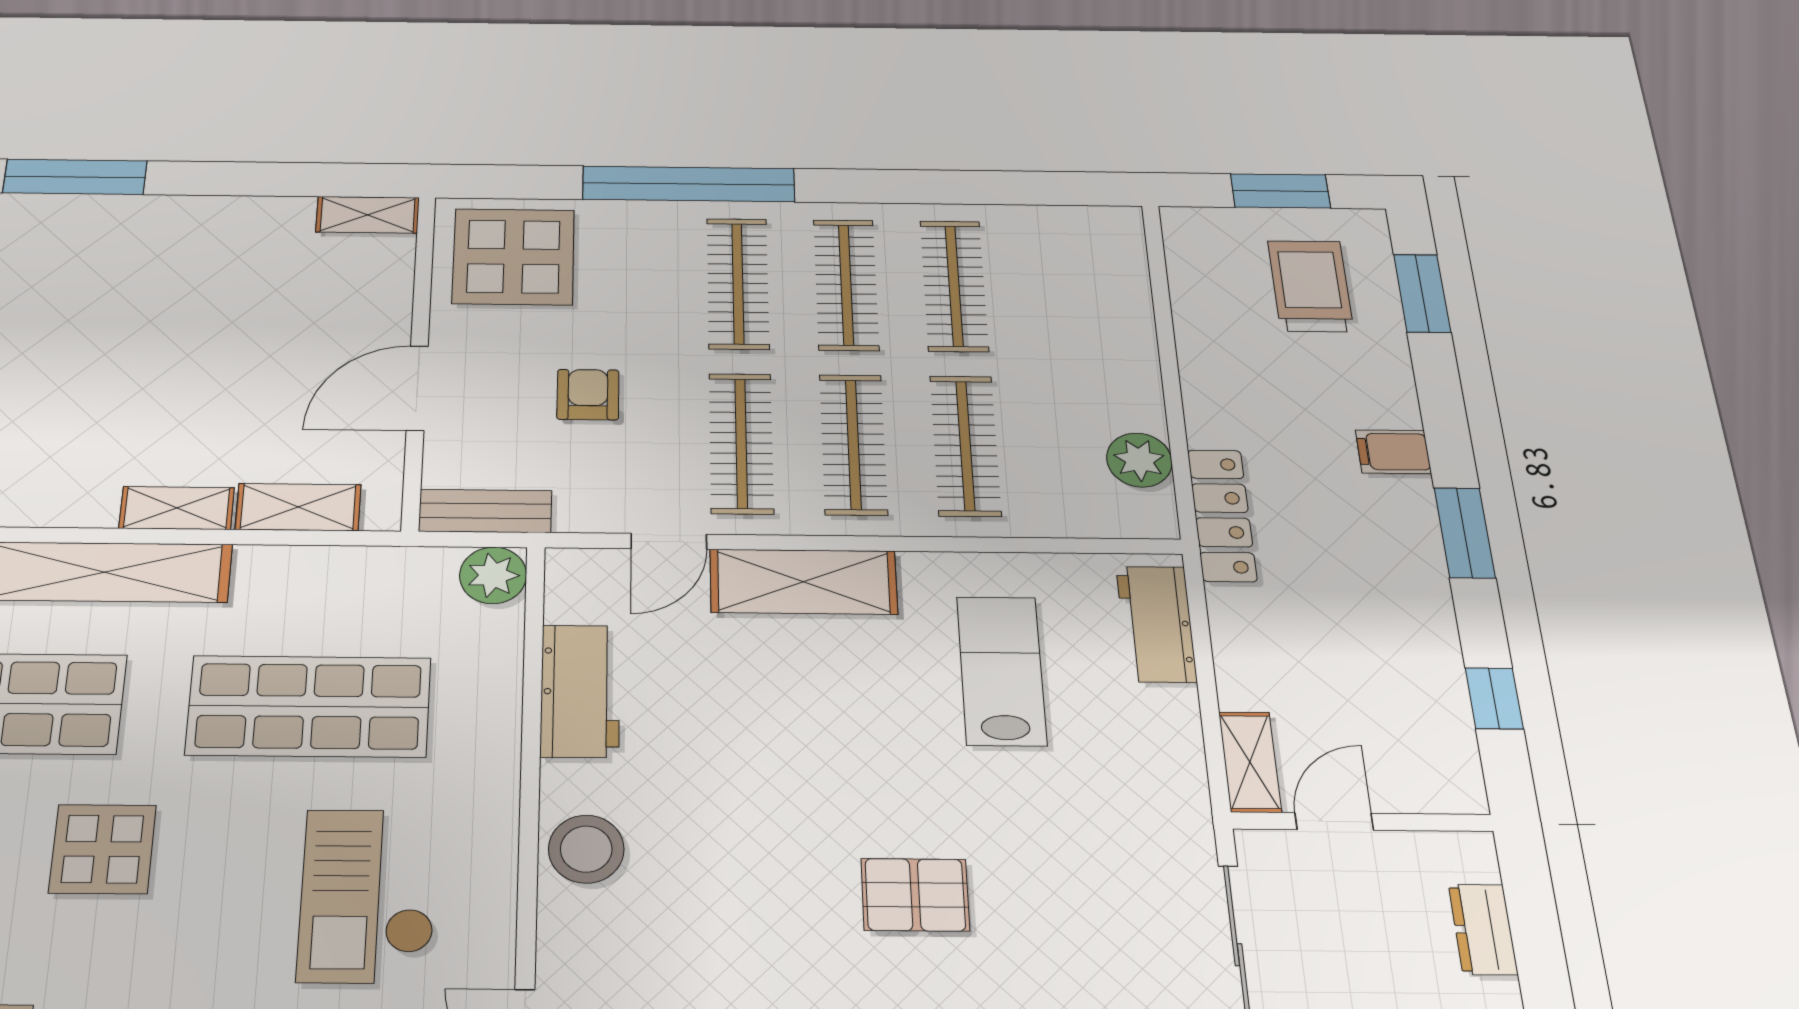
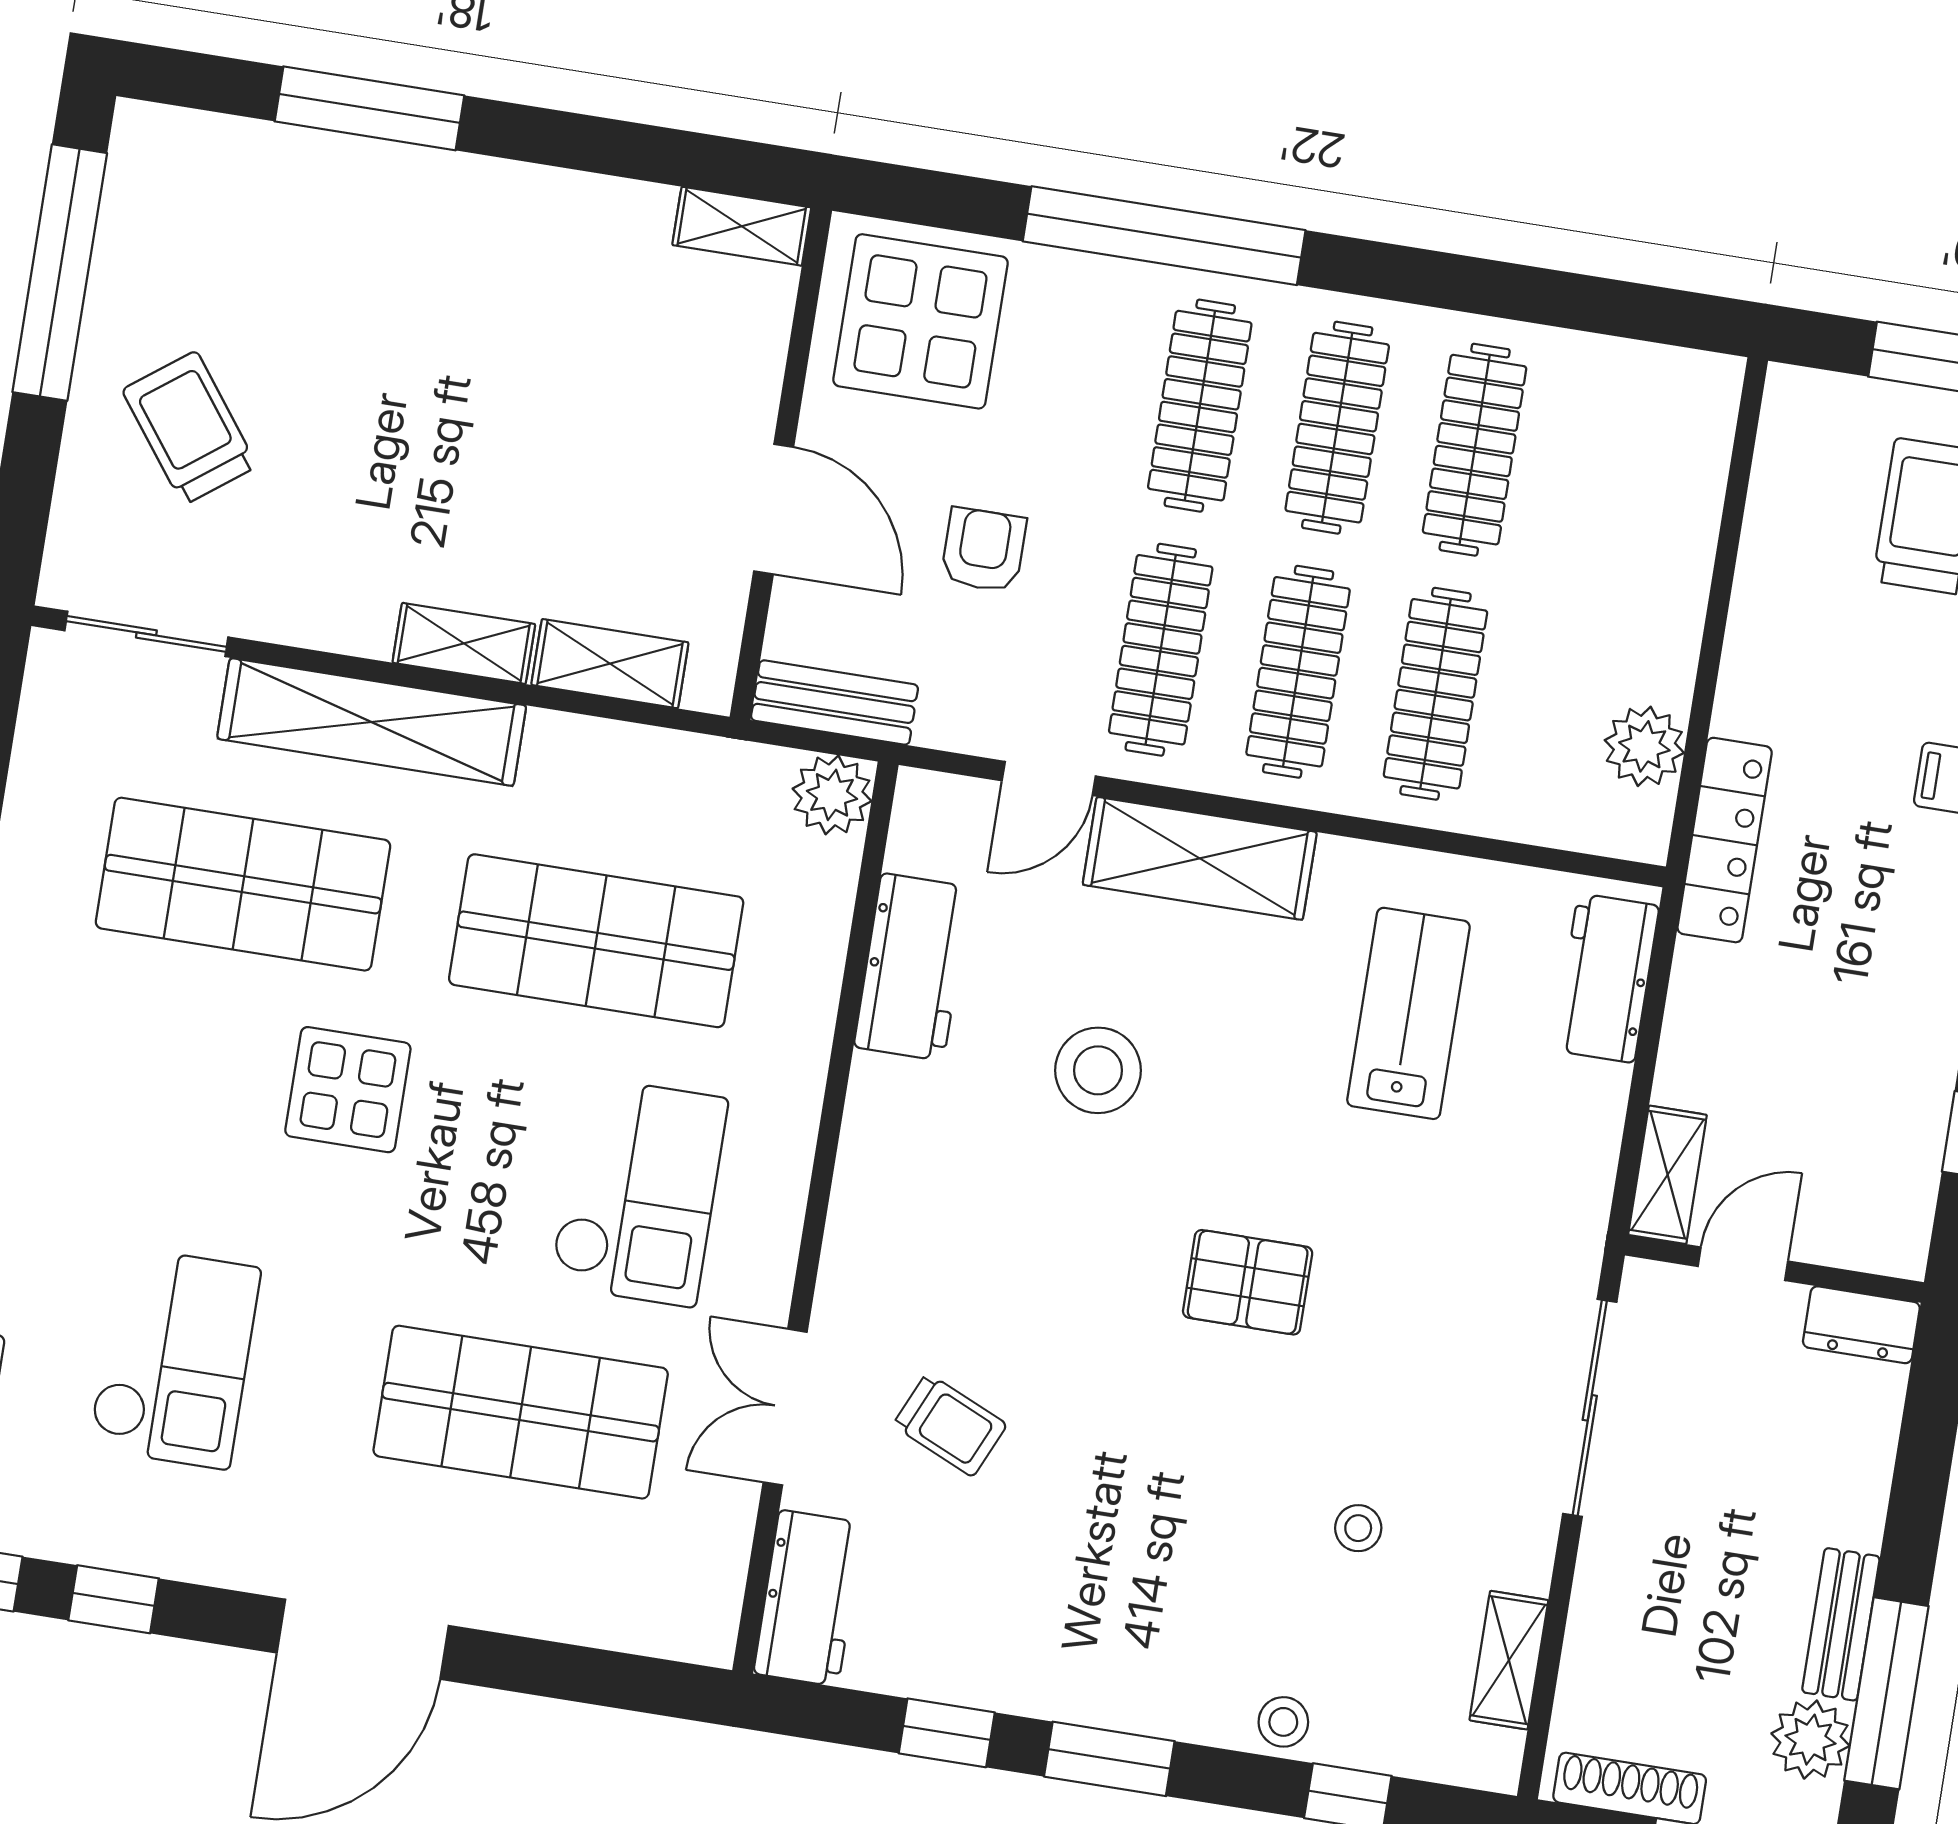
door: (417, 388) -> (774, 509), swing flipped
stool: (586, 849) -> (1098, 1070), moved
checkout: (368, 896) -> (639, 1192), turned 180
dresser: (1483, 929) -> (1861, 1325), moved, turned -90

